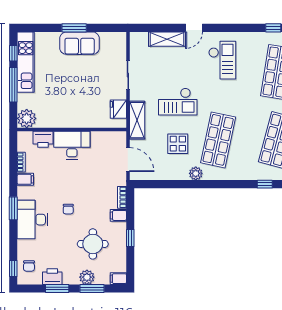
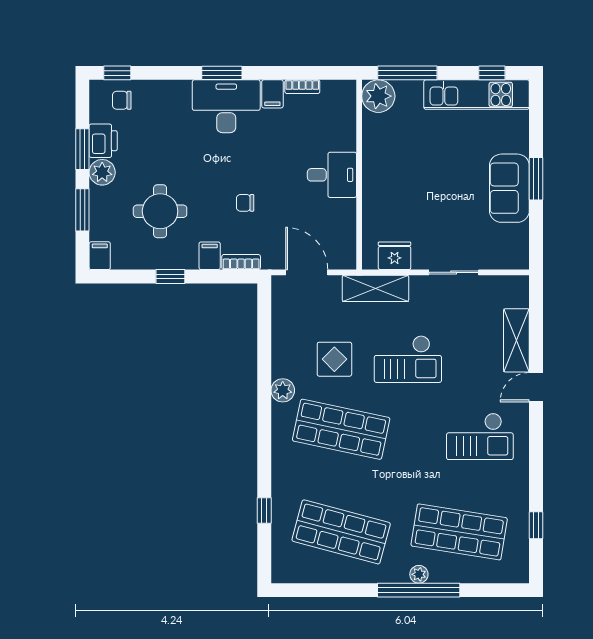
door: (194, 28) -> (536, 387), hinge flipped
window: (13, 85) -> (407, 73), moved
checkout: (178, 102) -> (408, 359), turned -90
printer: (43, 139) -> (342, 125), removed
desk: (72, 145) -> (332, 175), width x0.73
door: (128, 160) -> (307, 272), swing flipped
chair: (68, 209) -> (245, 203), moved
desk: (32, 220) -> (226, 106), moved
plant: (87, 277) -> (102, 172), moved

